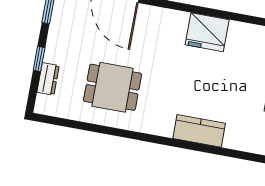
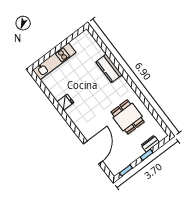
fridge: (207, 32) -> (65, 102), width x0.53, depth x0.75

